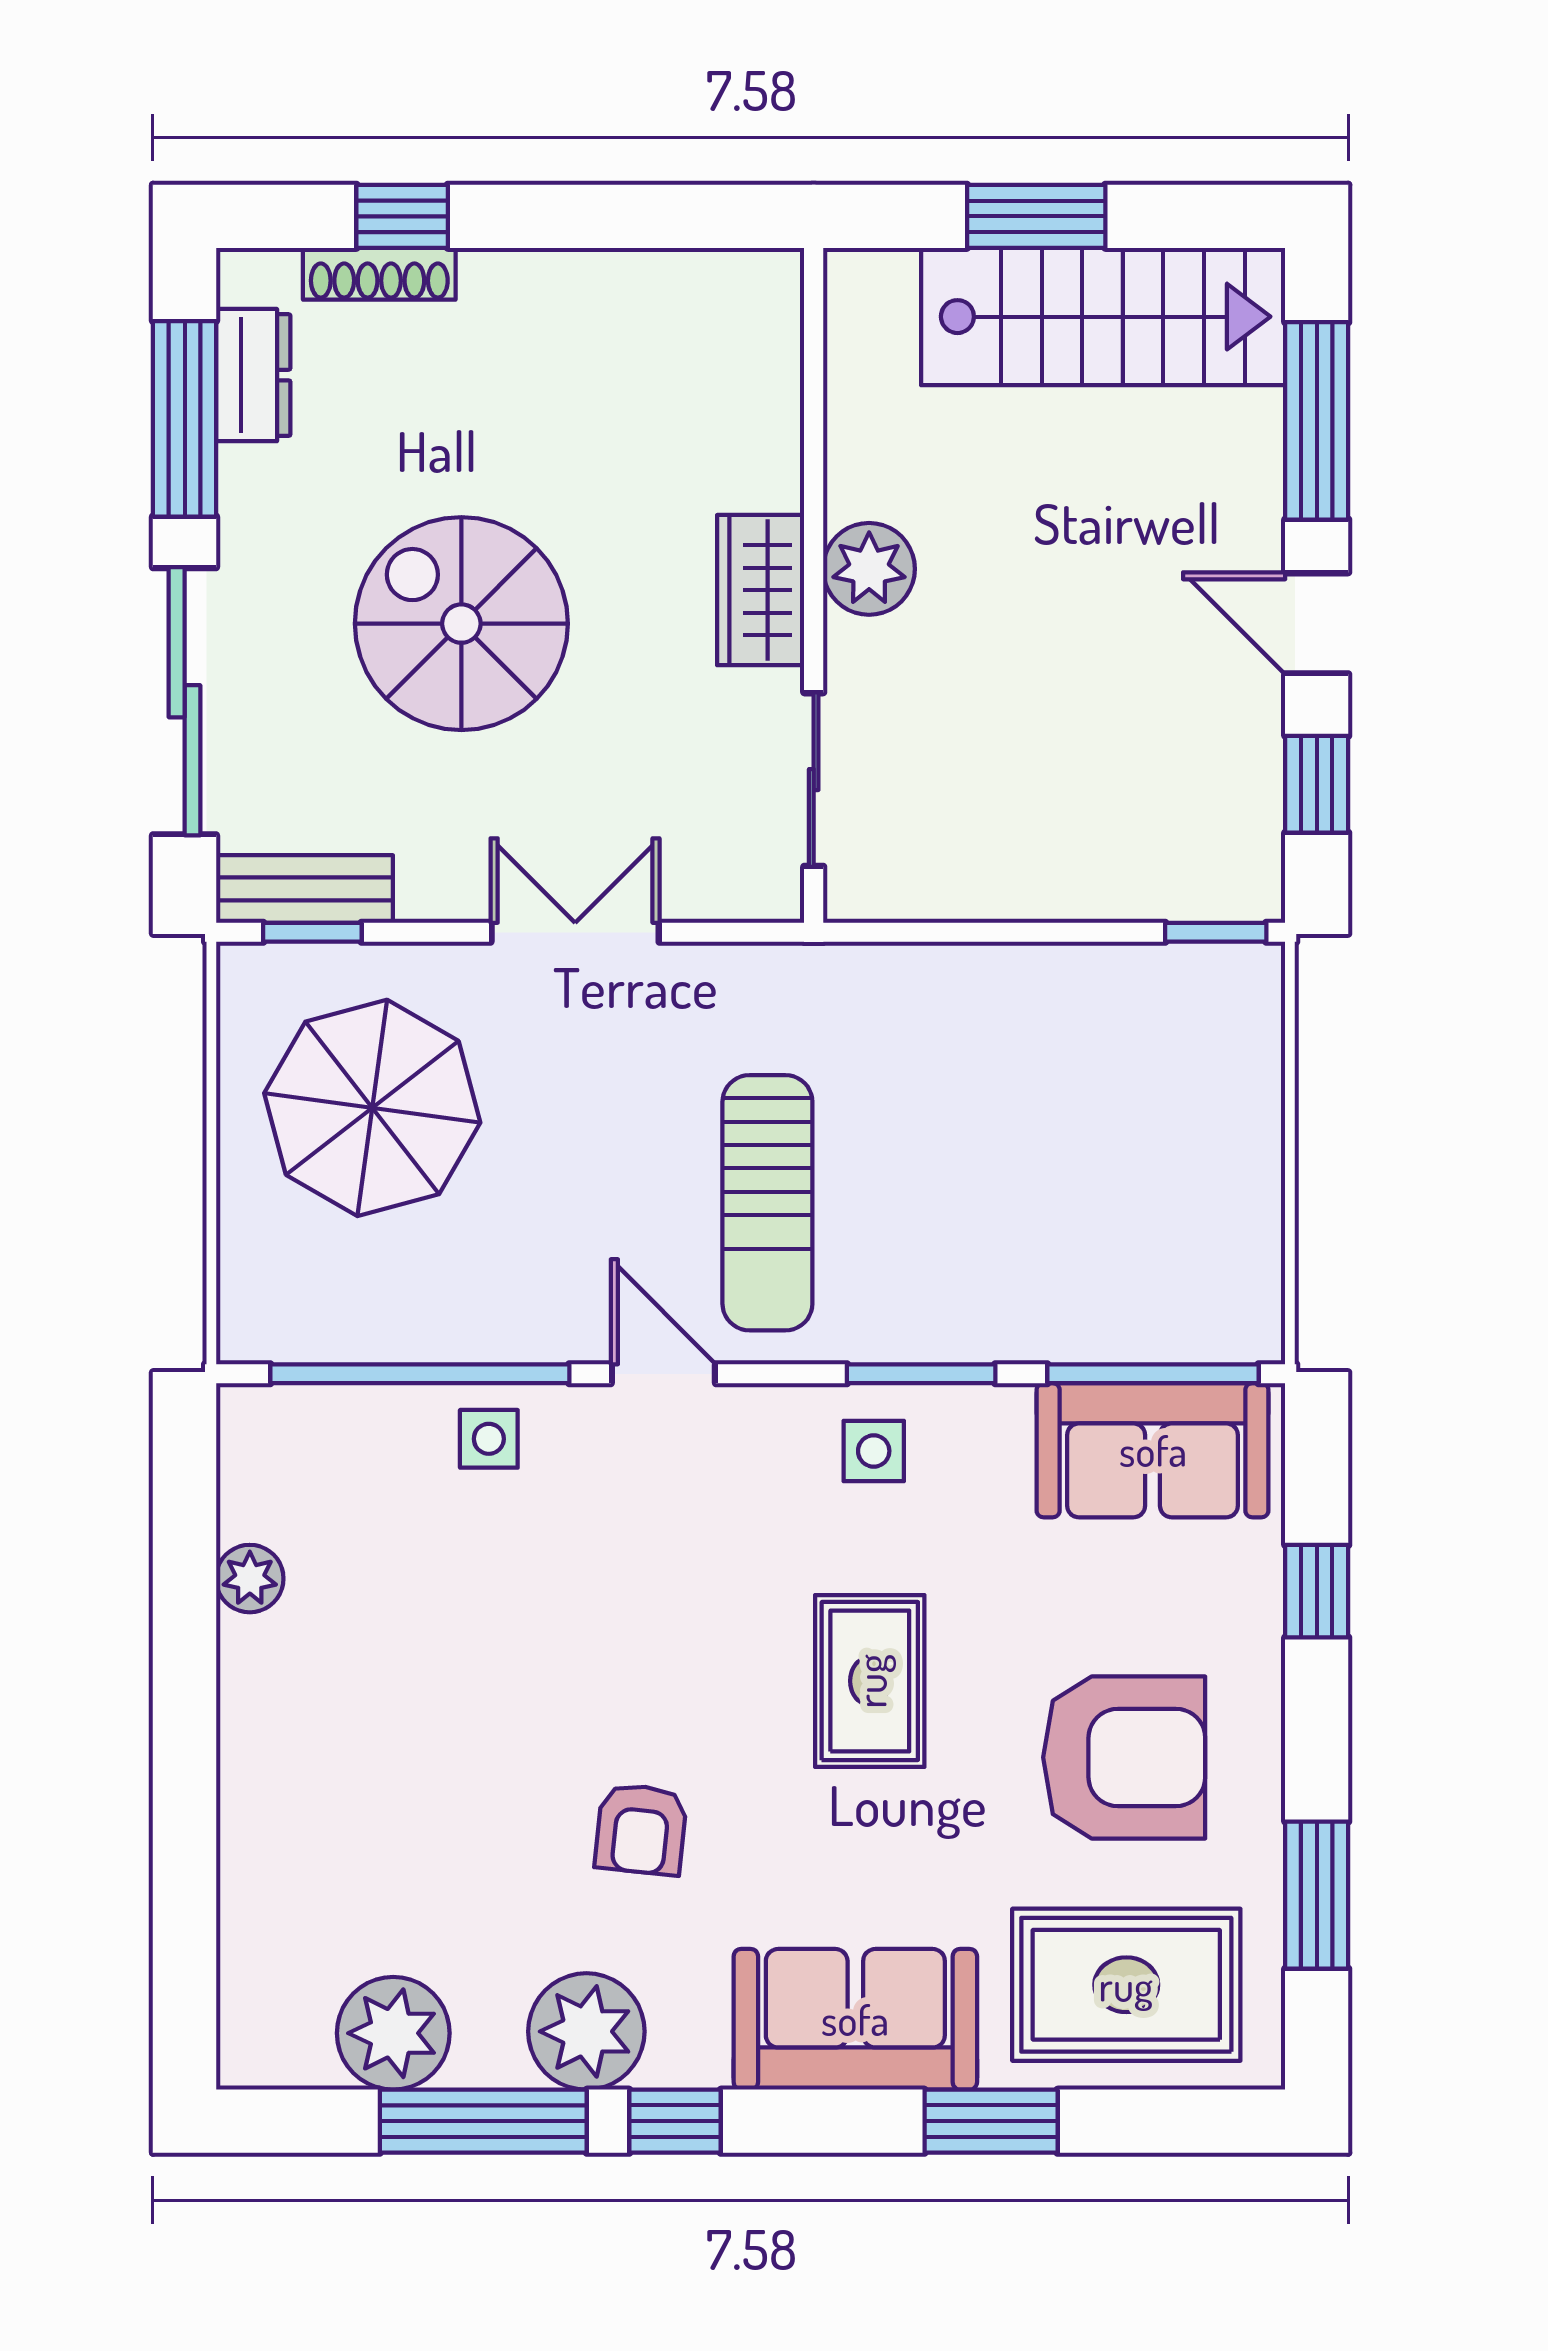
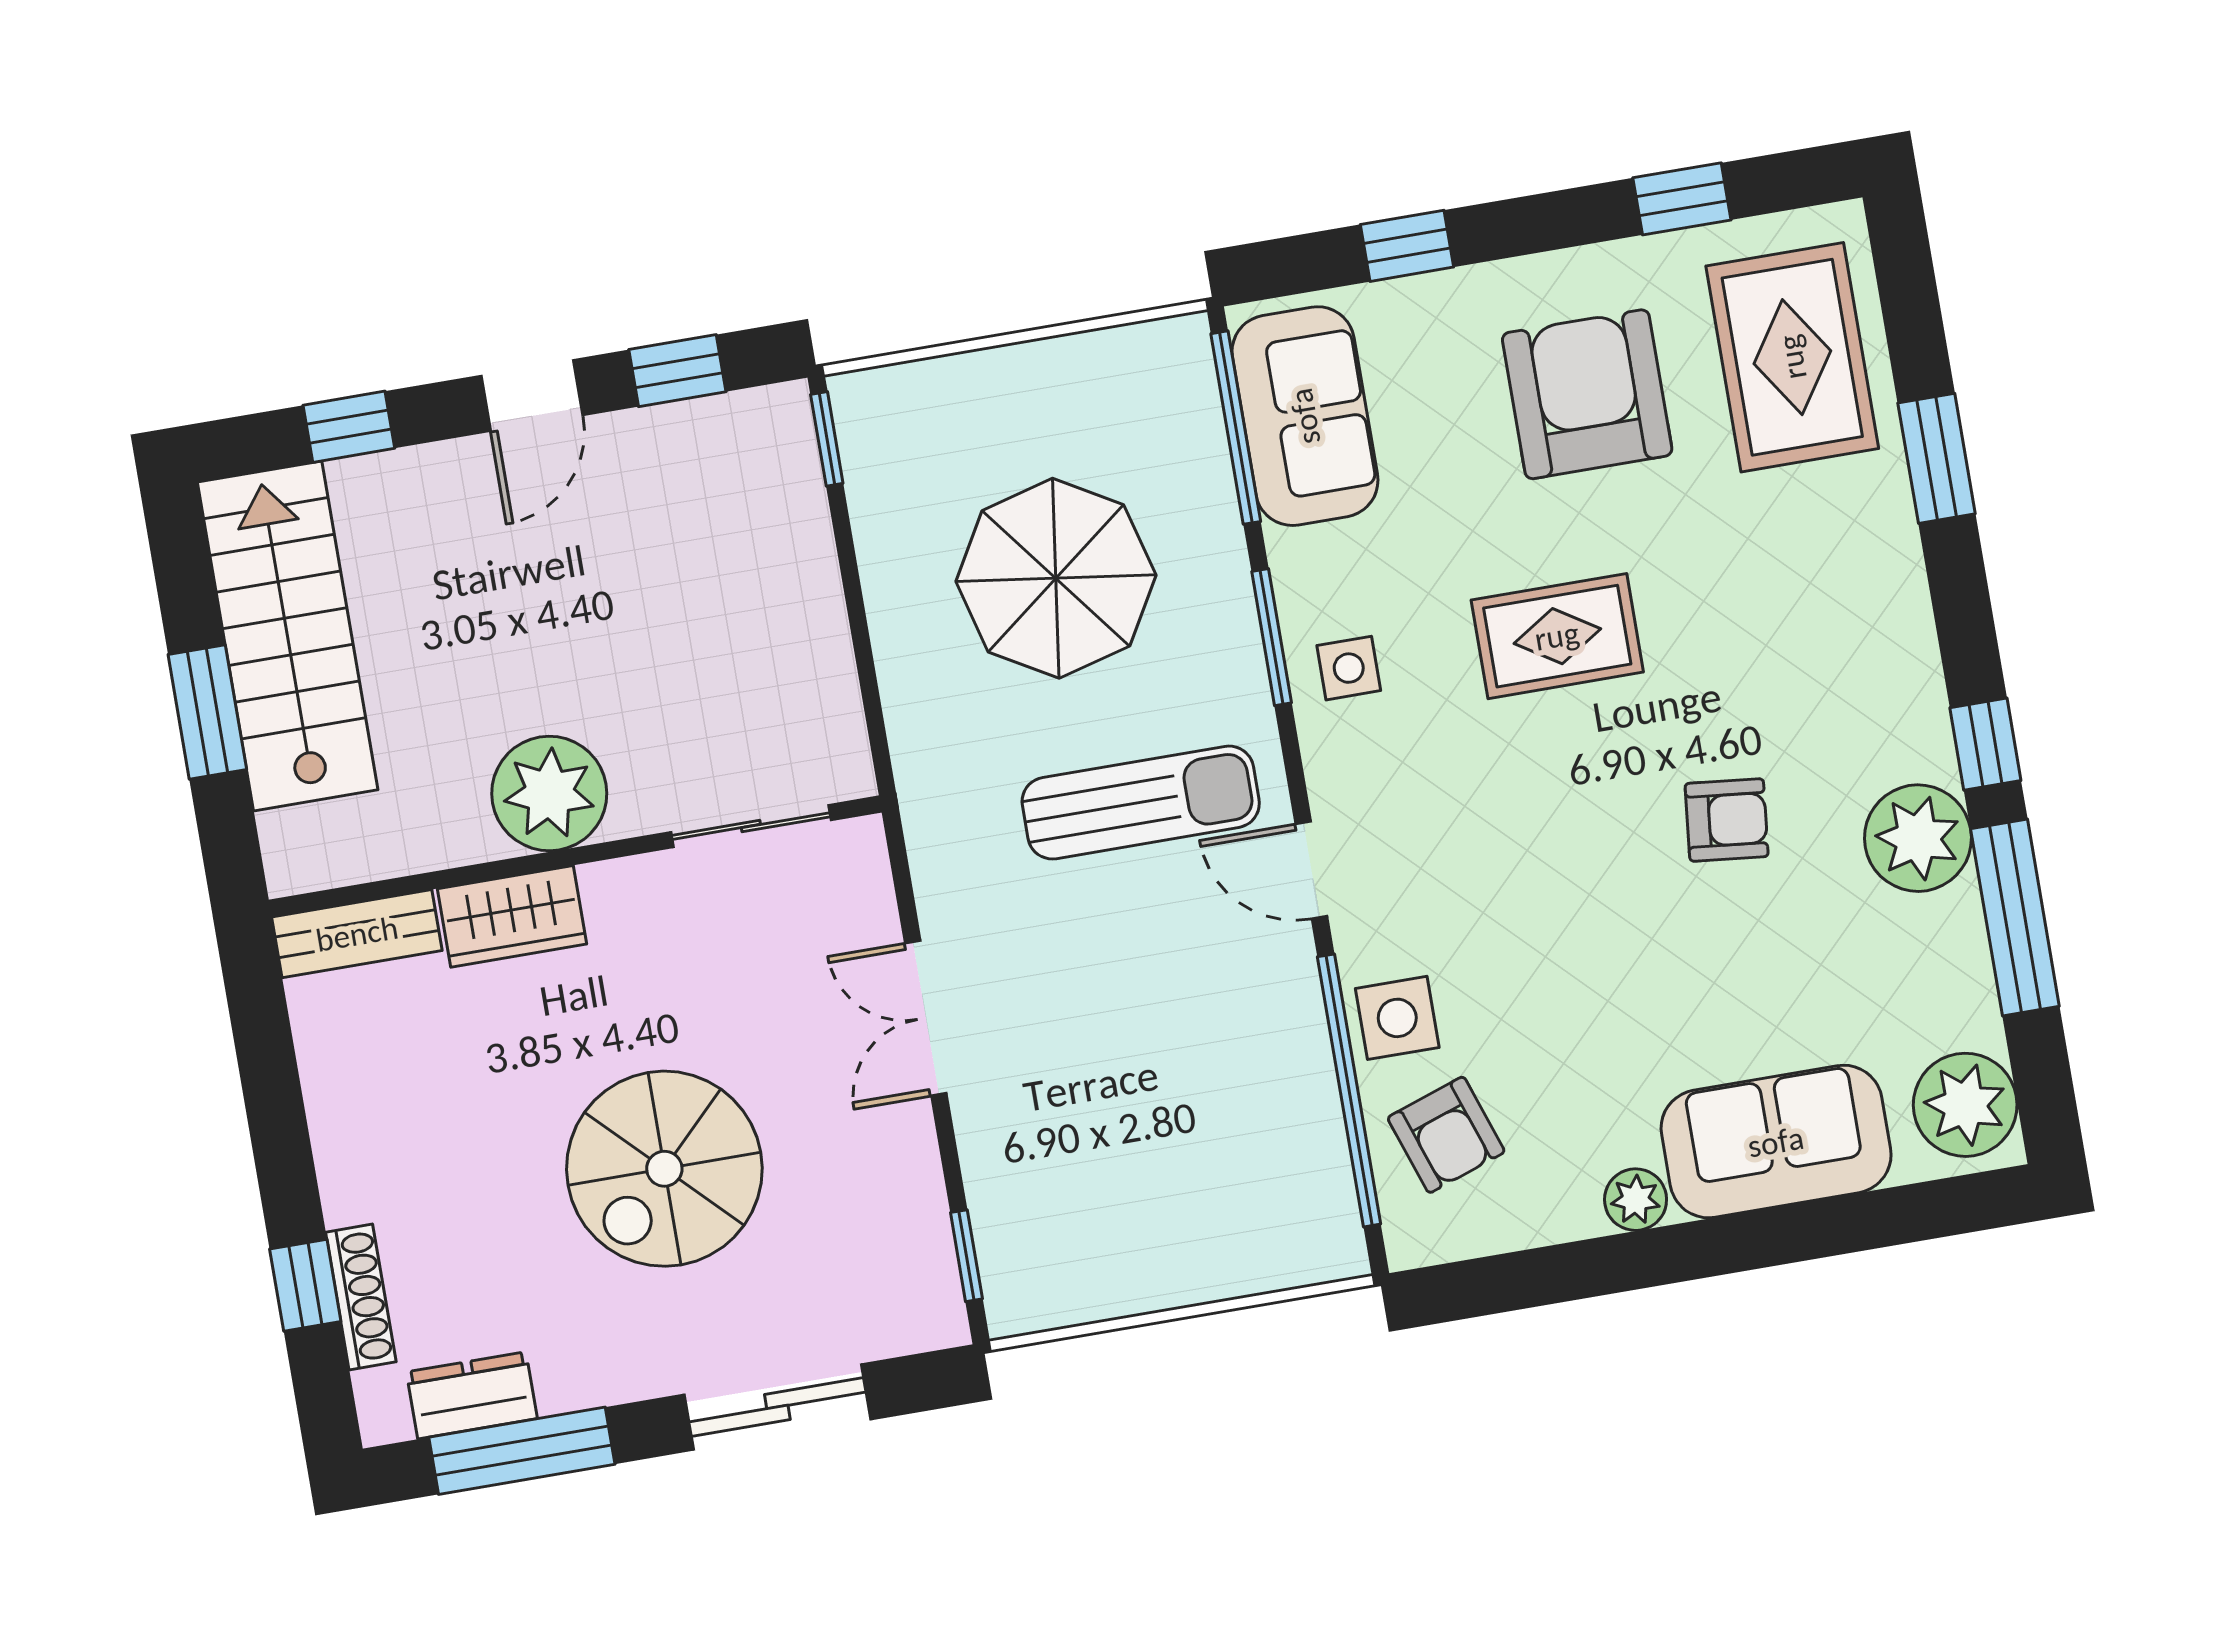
window: (1317, 421) -> (349, 427), width x0.46
plant: (869, 569) -> (549, 793), width x1.36, depth x1.36
wardrobe: (761, 590) -> (512, 916), moved
sliding door: (185, 701) -> (777, 1407), width x0.73
bench: (305, 889) -> (357, 934), moved, turned 90
parasol: (372, 1108) -> (1056, 578), moved
door: (663, 1374) -> (1311, 870), hinge flipped
side table: (489, 1439) -> (1397, 1018), width x1.37, depth x1.37
armchair: (354, 1470) -> (1446, 1135), added
plant: (250, 1579) -> (1636, 1200), moved
window: (1317, 1895) -> (1682, 199), width x0.67
sofa: (855, 2019) -> (1776, 1142), moved, turned 90
plant: (393, 2033) -> (1965, 1105), moved

